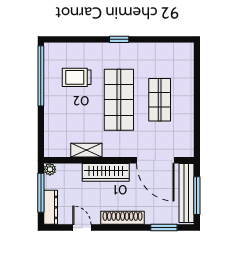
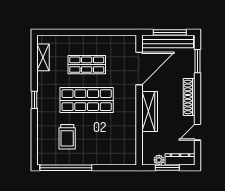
shelving: (86, 150) -> (43, 57), moved
plant: (50, 169) -> (159, 160), moved
window: (41, 193) -> (167, 168), width x0.69

